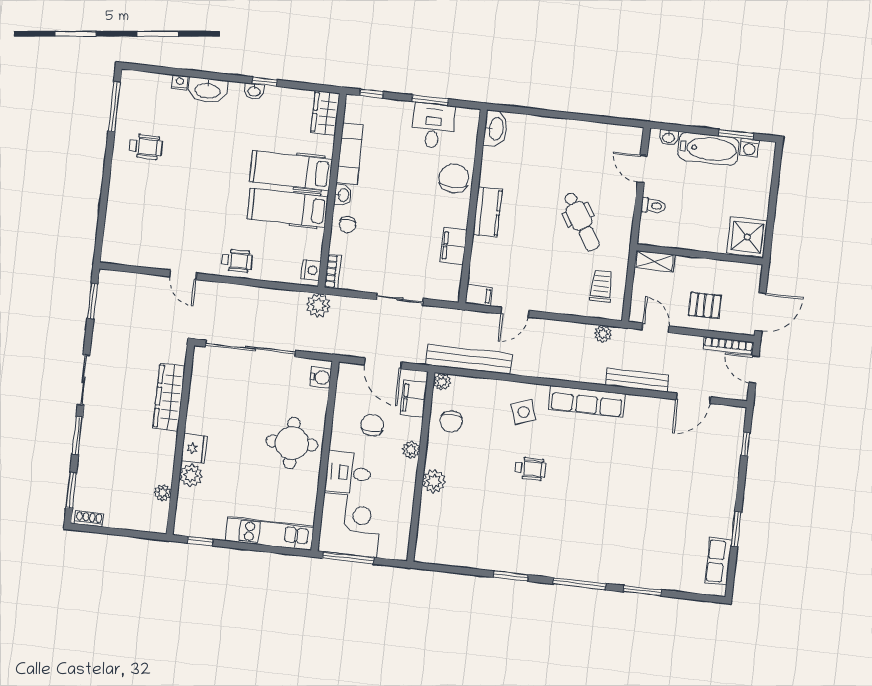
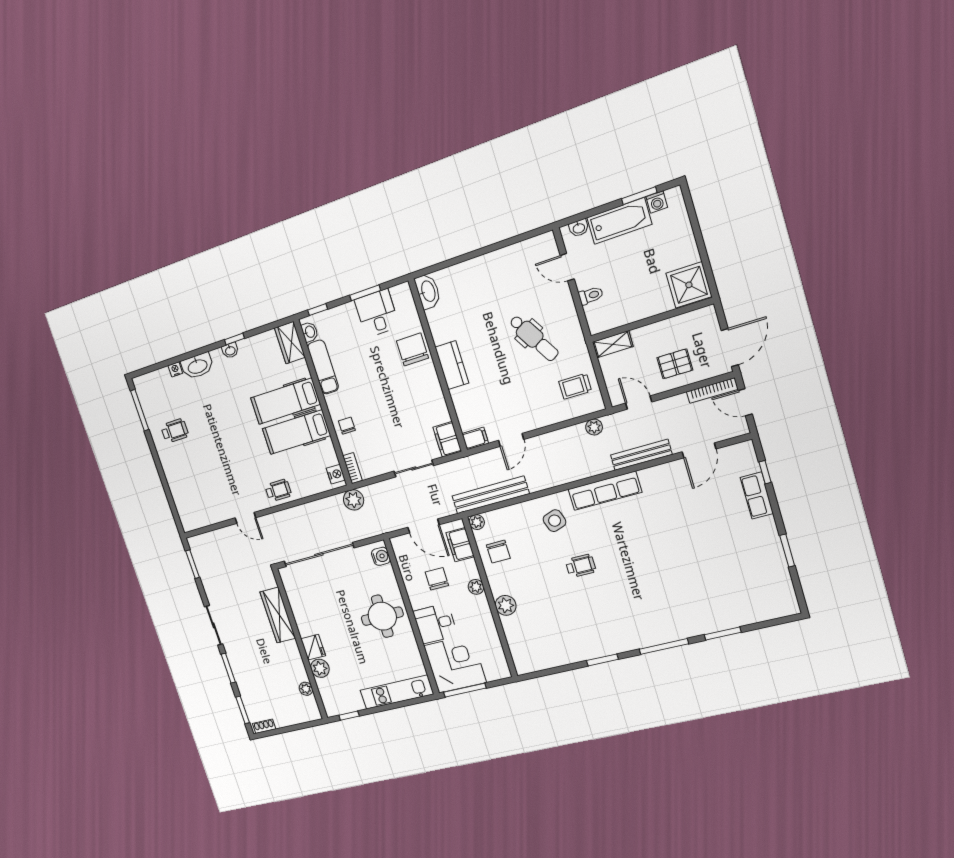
washbasin: (343, 195) -> (310, 332), moved
chair: (347, 225) -> (347, 426), turned 180
filing cabinet: (453, 246) -> (447, 439), moved
trolley: (601, 286) -> (575, 386), turned -90
row of seats: (718, 561) -> (757, 495), moved

